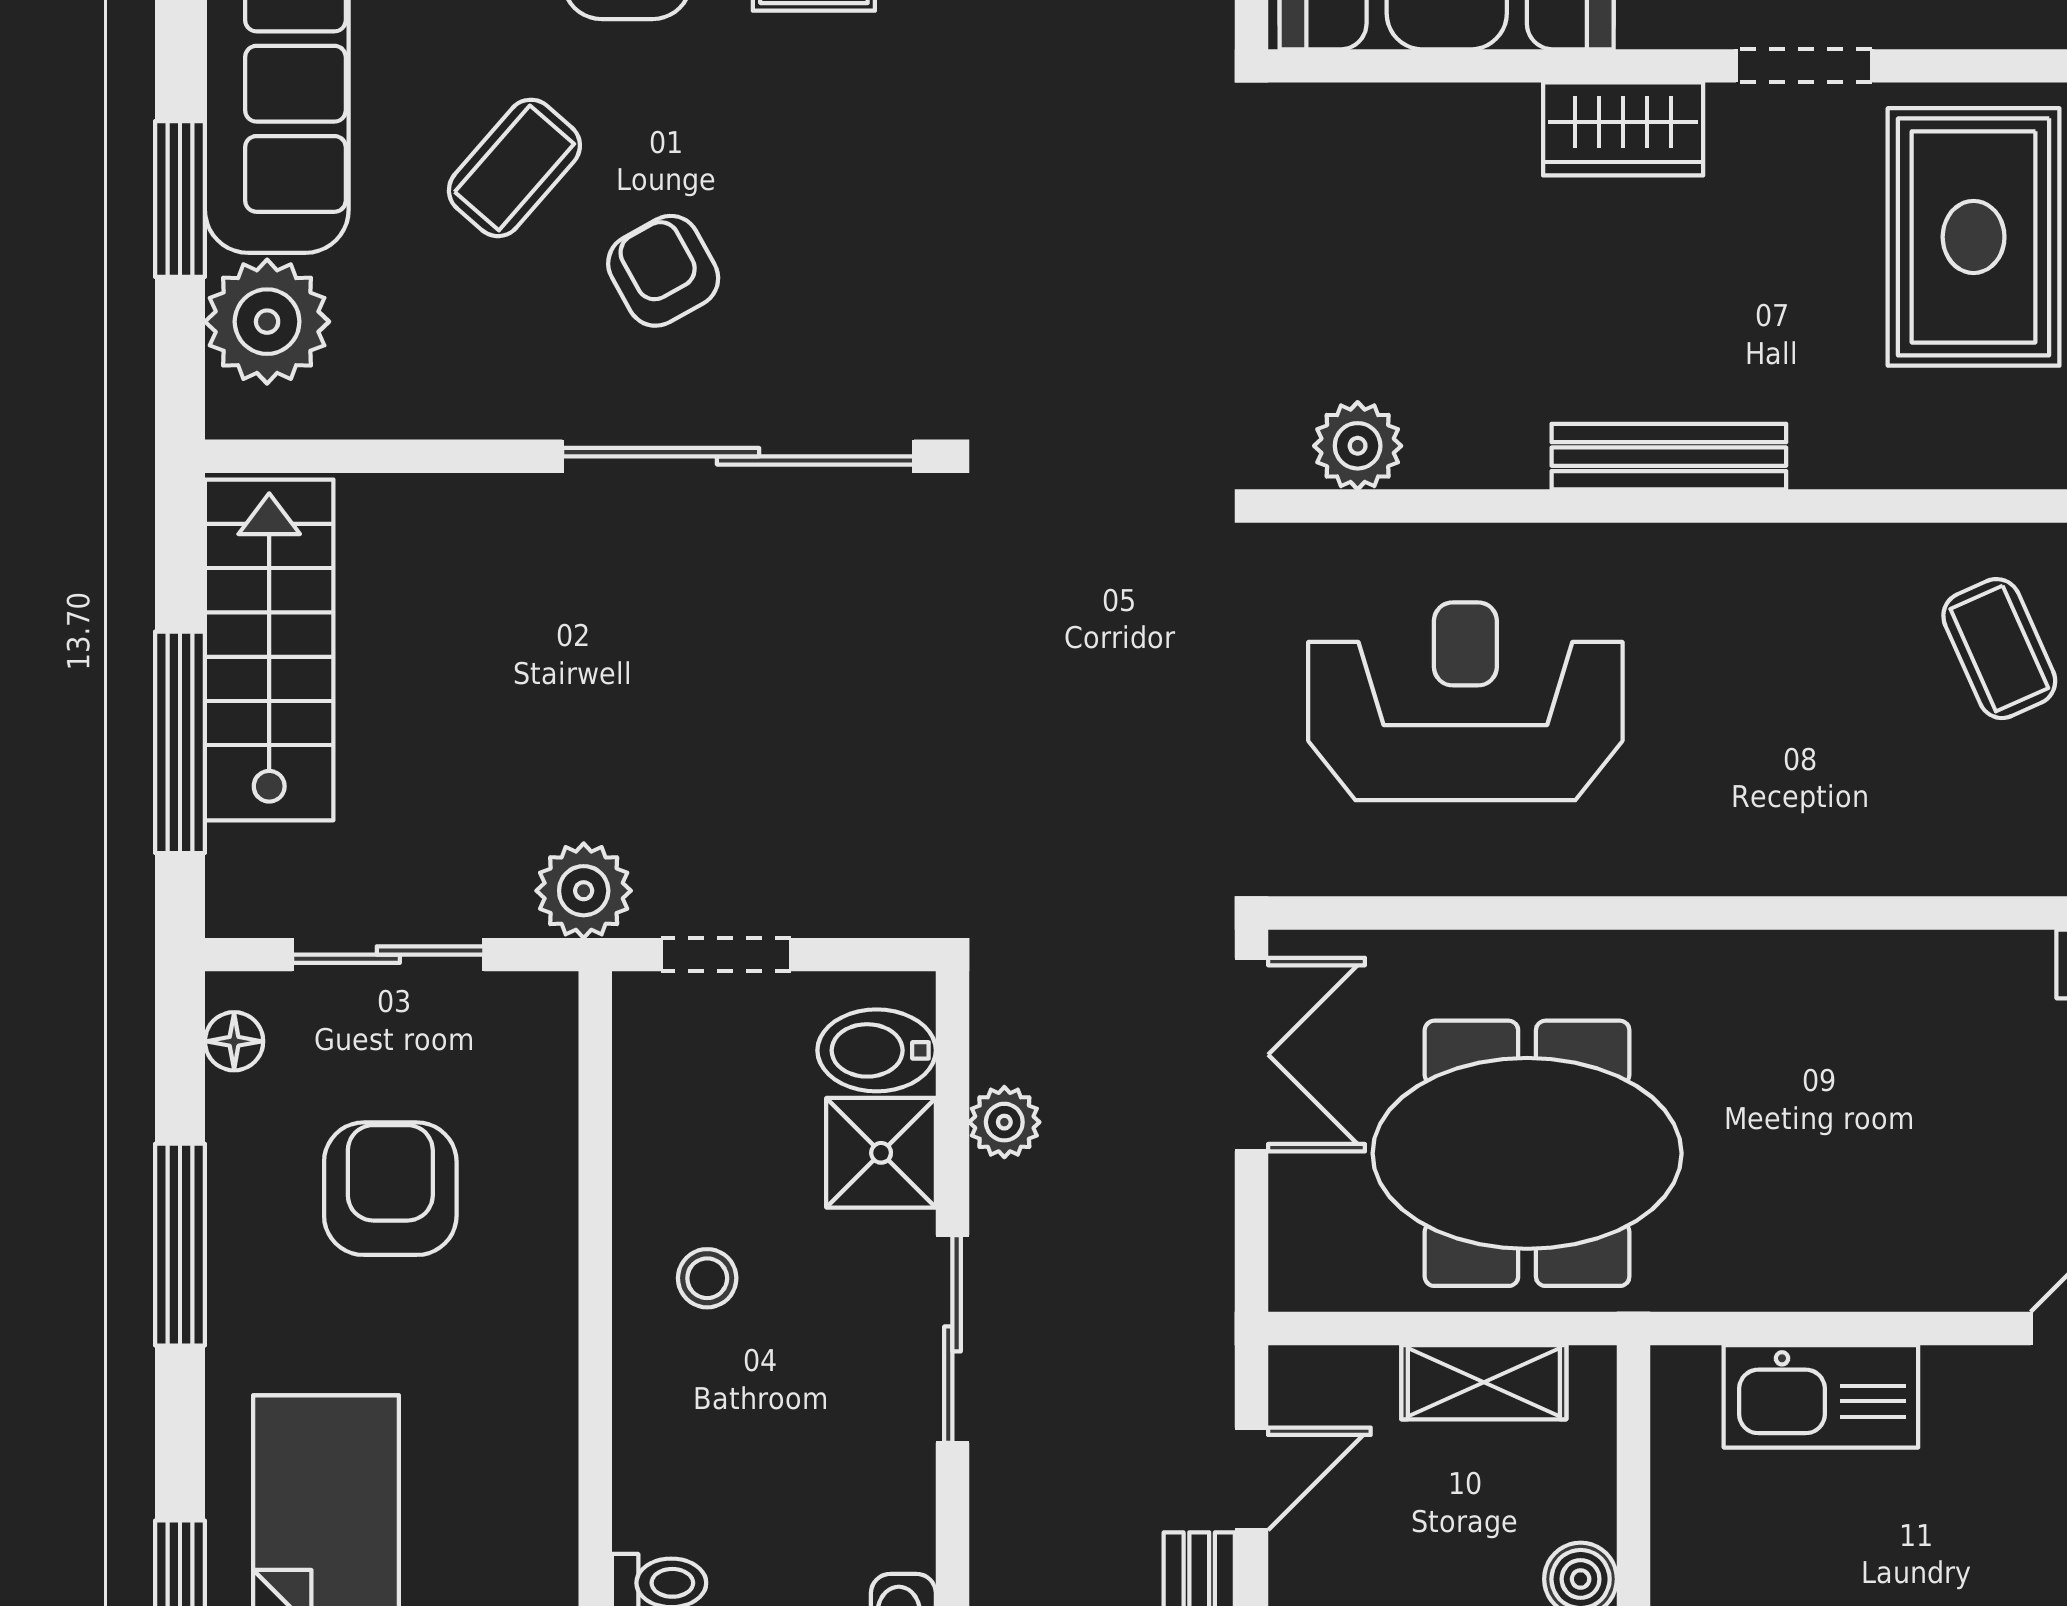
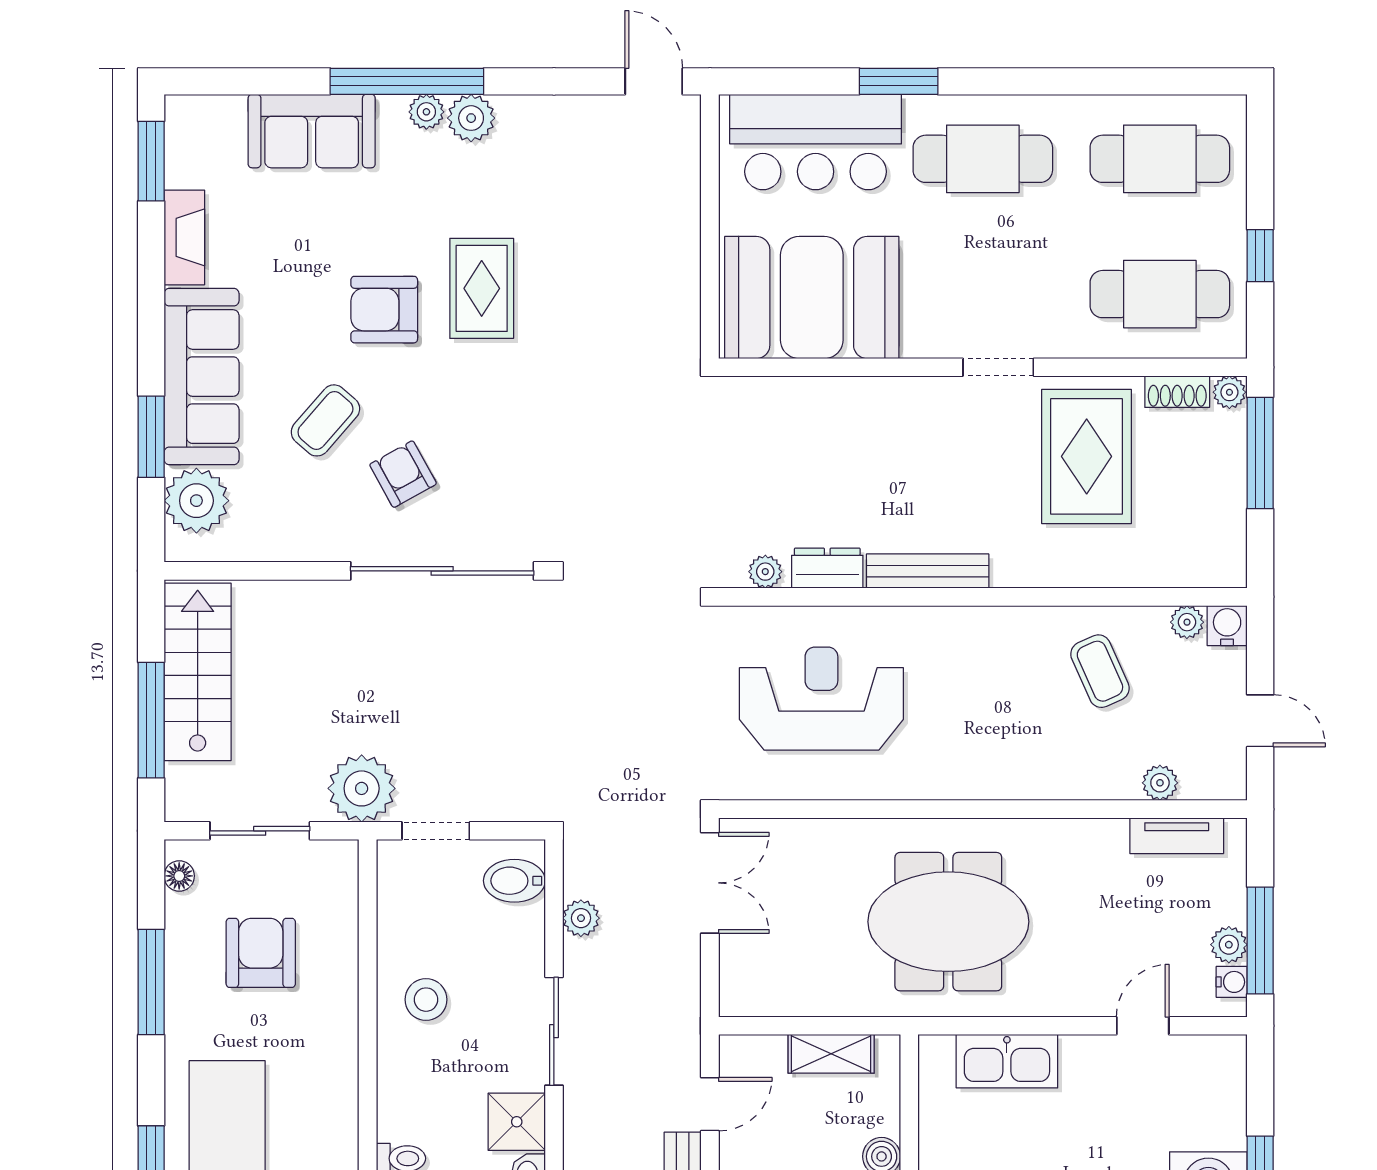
wardrobe: (1623, 129) -> (904, 400), removed
plant: (1358, 446) -> (765, 572), width x0.73, depth x0.73
dresser: (1476, 451) -> (827, 568), added
plant: (584, 891) -> (362, 788), width x1.36, depth x1.36
shower: (881, 1153) -> (517, 1122), moved
meeting table: (1527, 1153) -> (948, 922), moved
stool: (707, 1278) -> (426, 1000), width x1.37, depth x1.37

